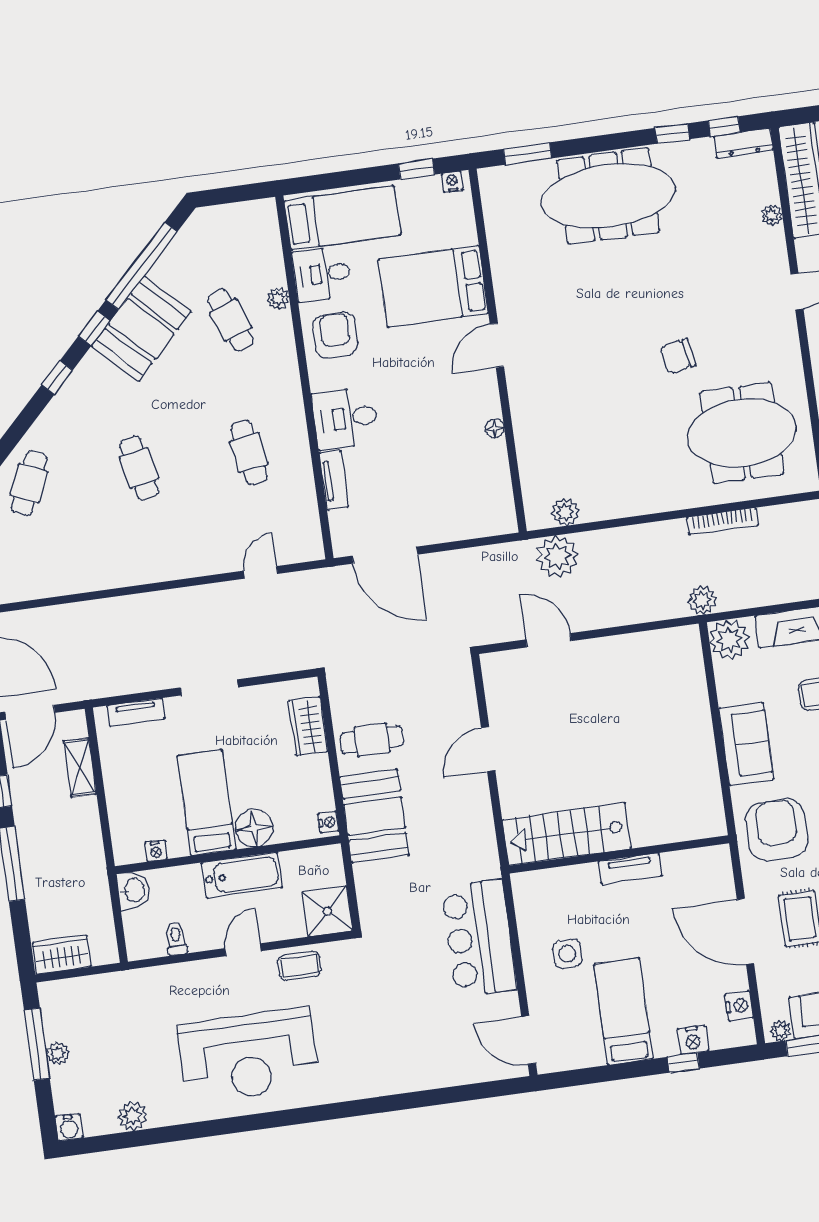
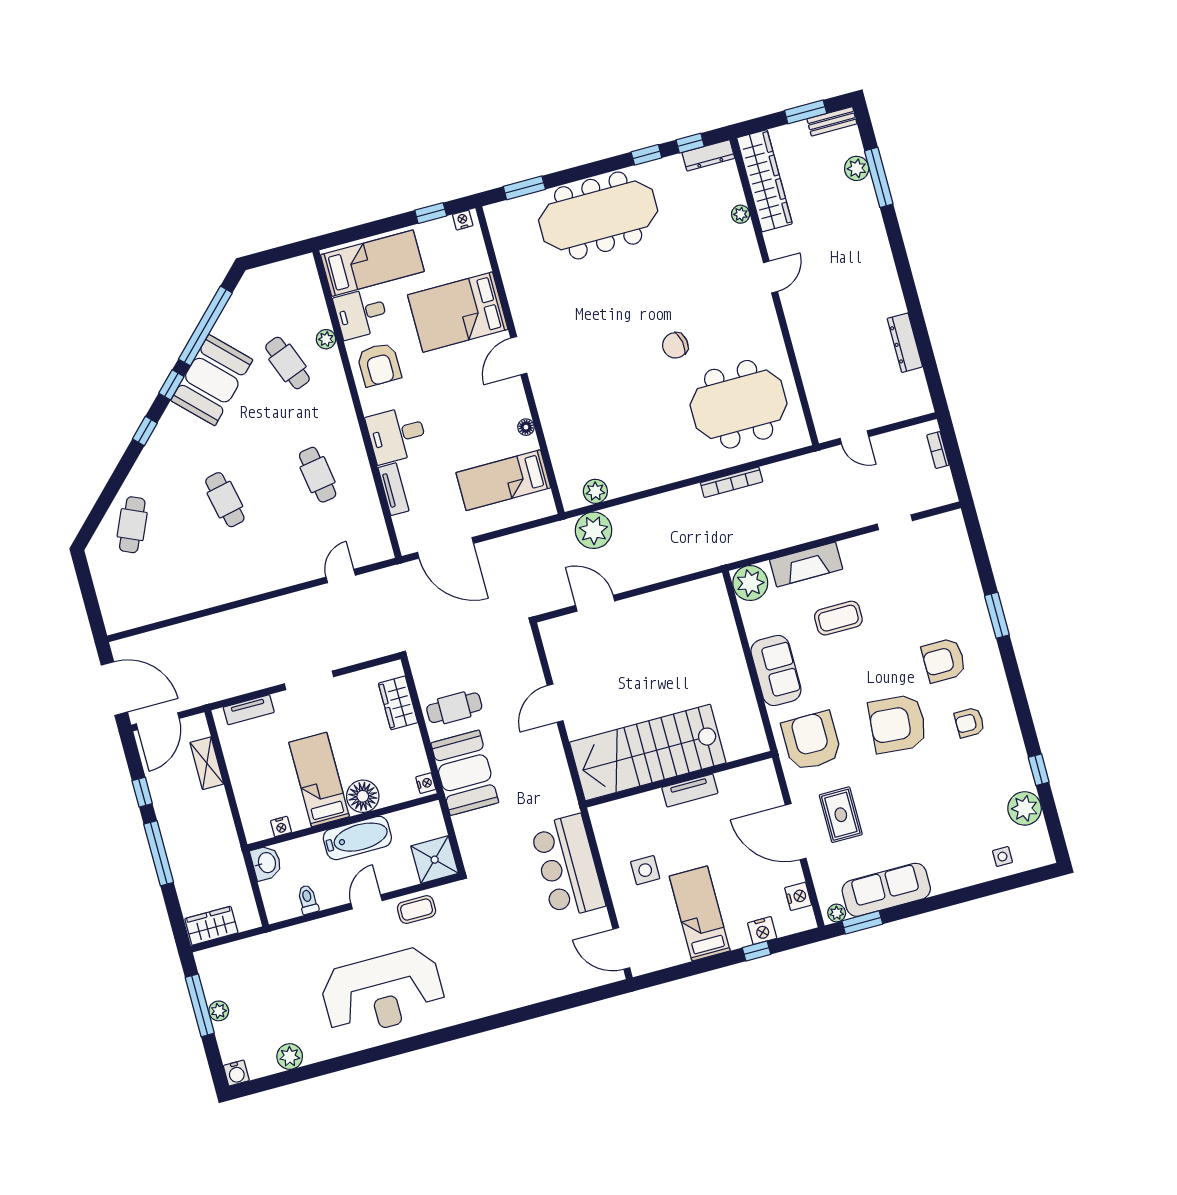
armchair: (335, 335) -> (379, 364), turned 180
bed: (461, 486) -> (503, 480), added
plant: (702, 600) -> (722, 552), removed
stairs: (567, 834) -> (648, 753), width x1.36, depth x1.51

